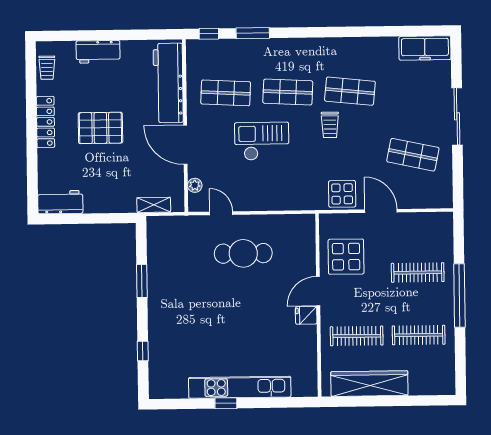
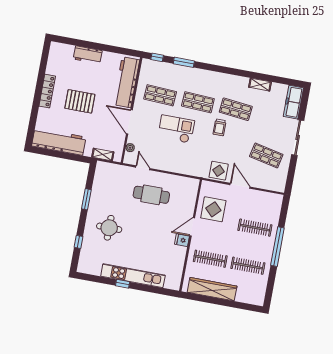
shelving: (380, 44) -> (260, 85), added
freezer: (425, 48) -> (293, 102), moved, turned 90
trolley: (47, 68) -> (55, 58), removed
workbench: (60, 202) -> (59, 141), width x1.88, depth x1.32
round table: (187, 319) -> (109, 228), added

